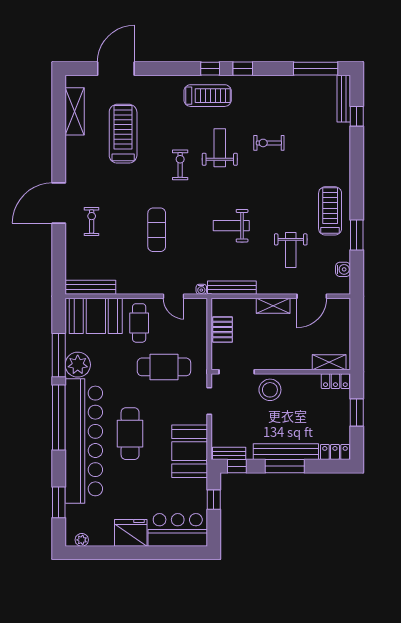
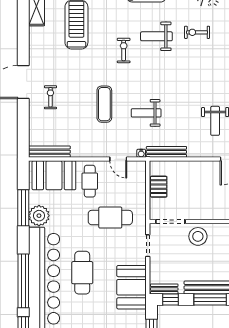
weight bench: (220, 148) -> (156, 36), turned -90
weight bench: (231, 226) -> (146, 113), moved
shelving: (273, 306) -> (201, 167), removed
window: (59, 418) -> (23, 281), moved

